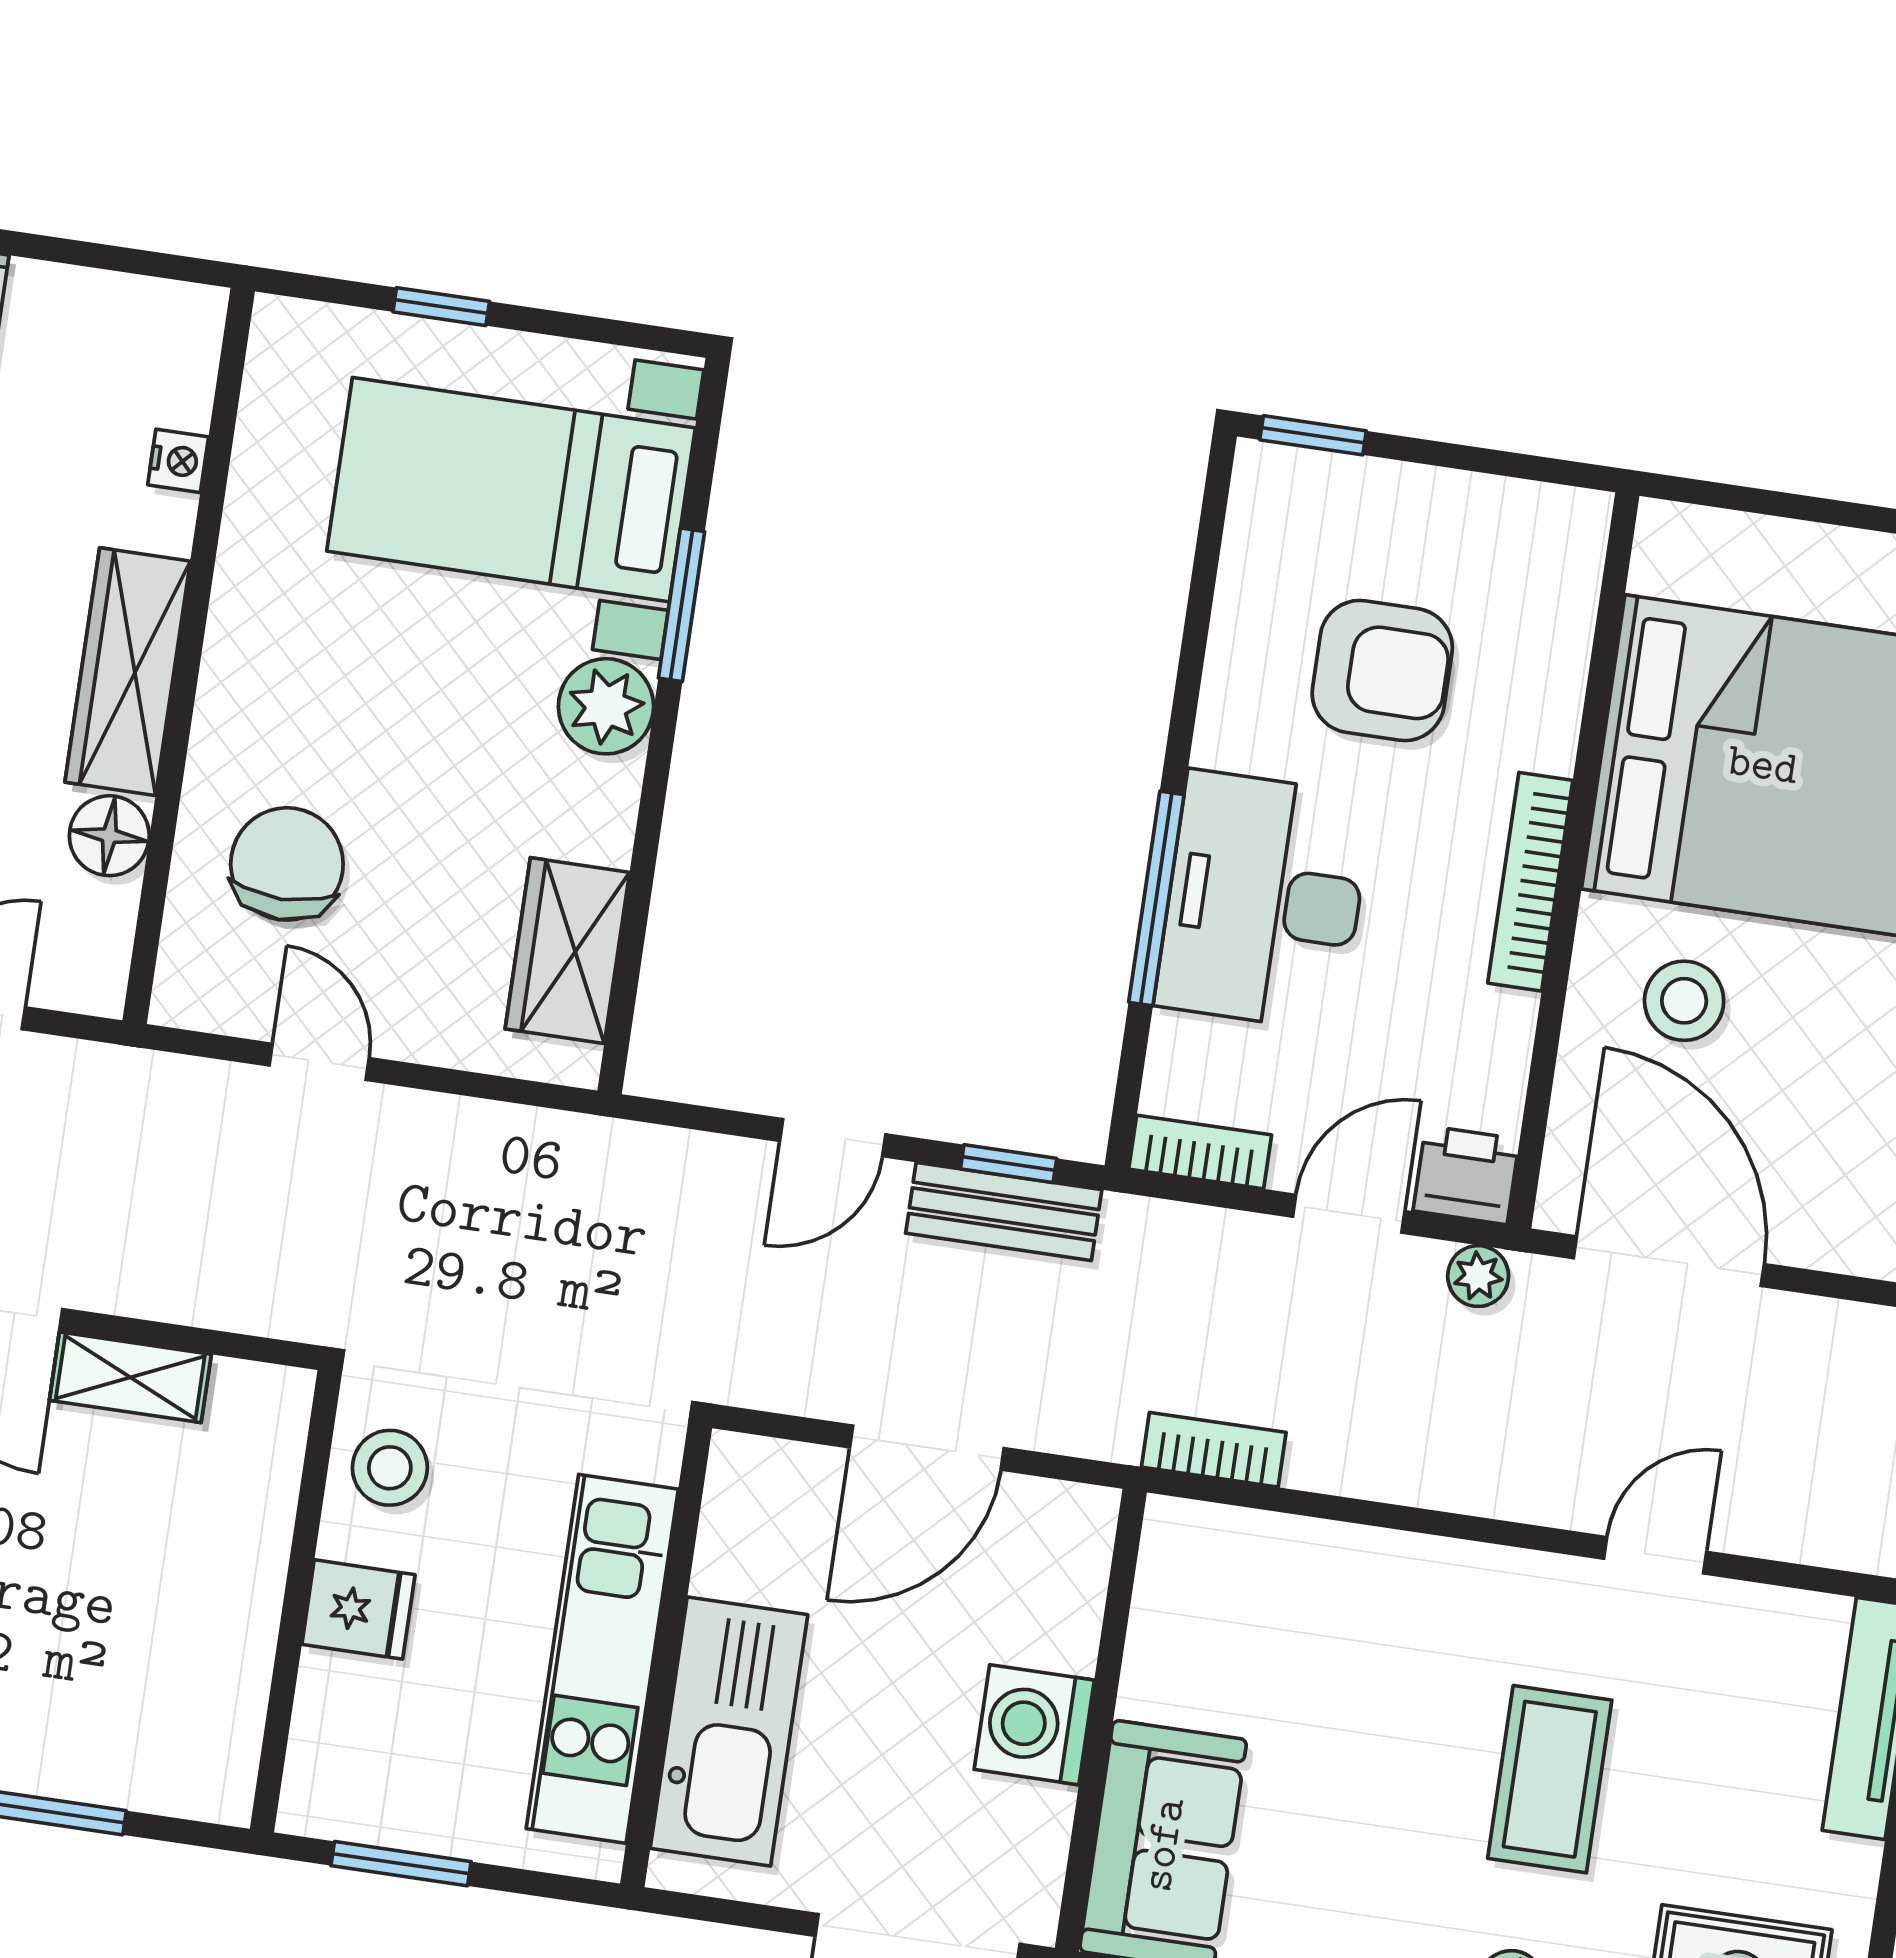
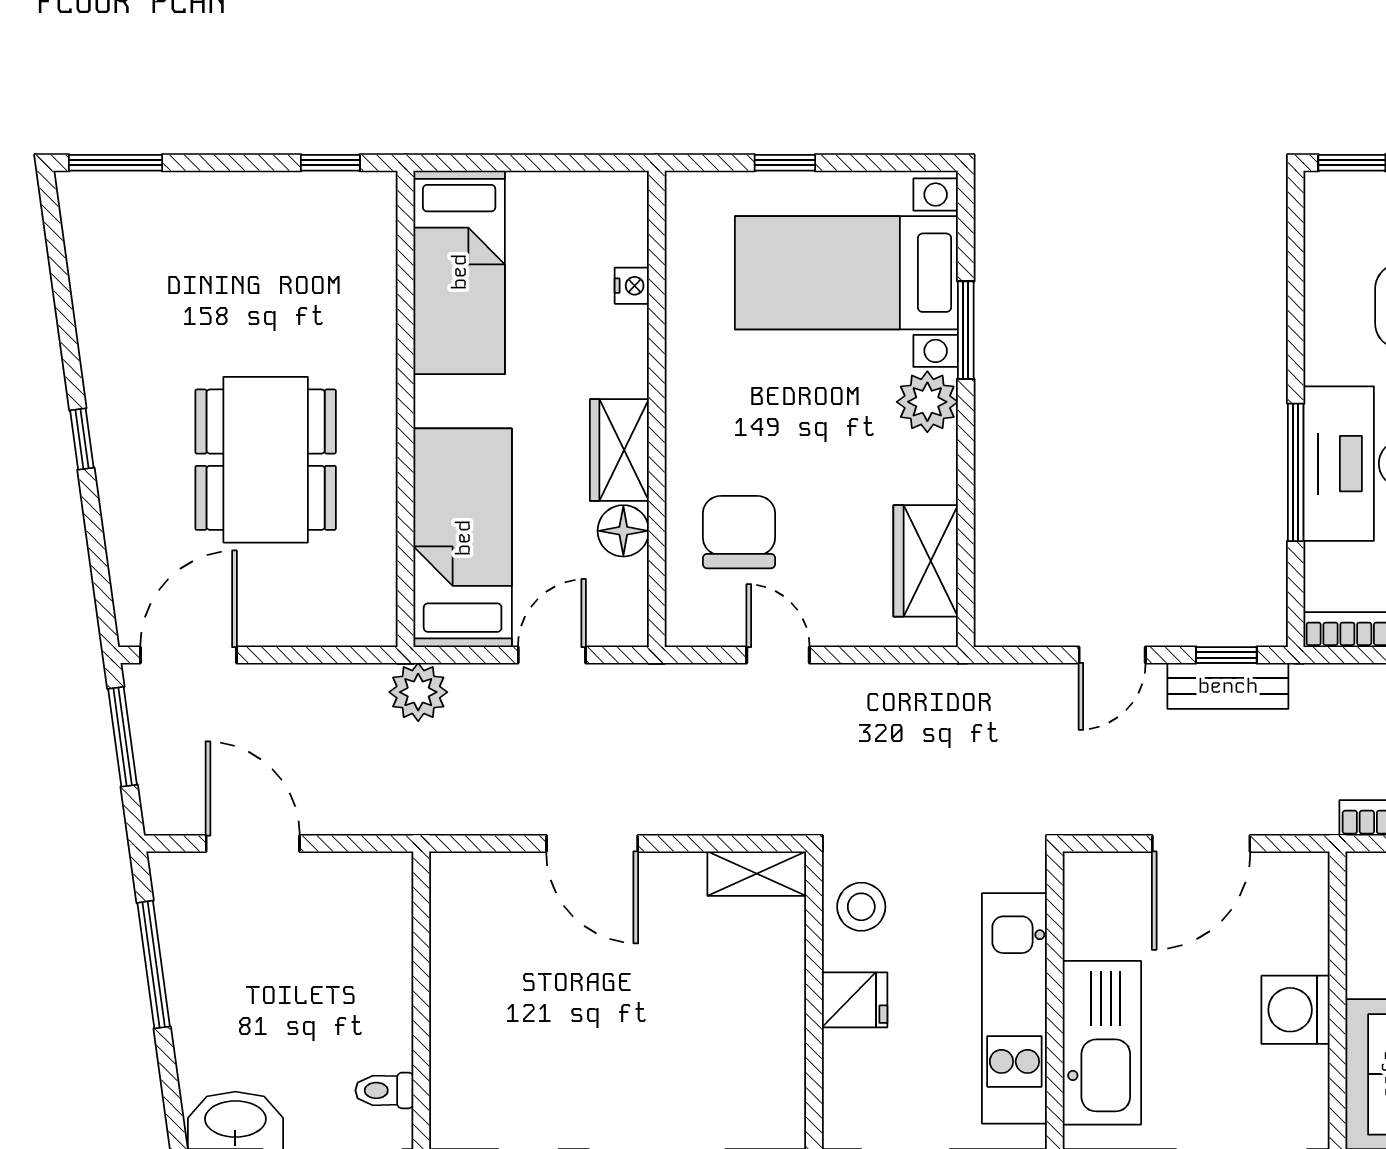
wardrobe: (128, 672) -> (619, 450), width x0.67
shelving: (130, 1377) -> (757, 874), moved

